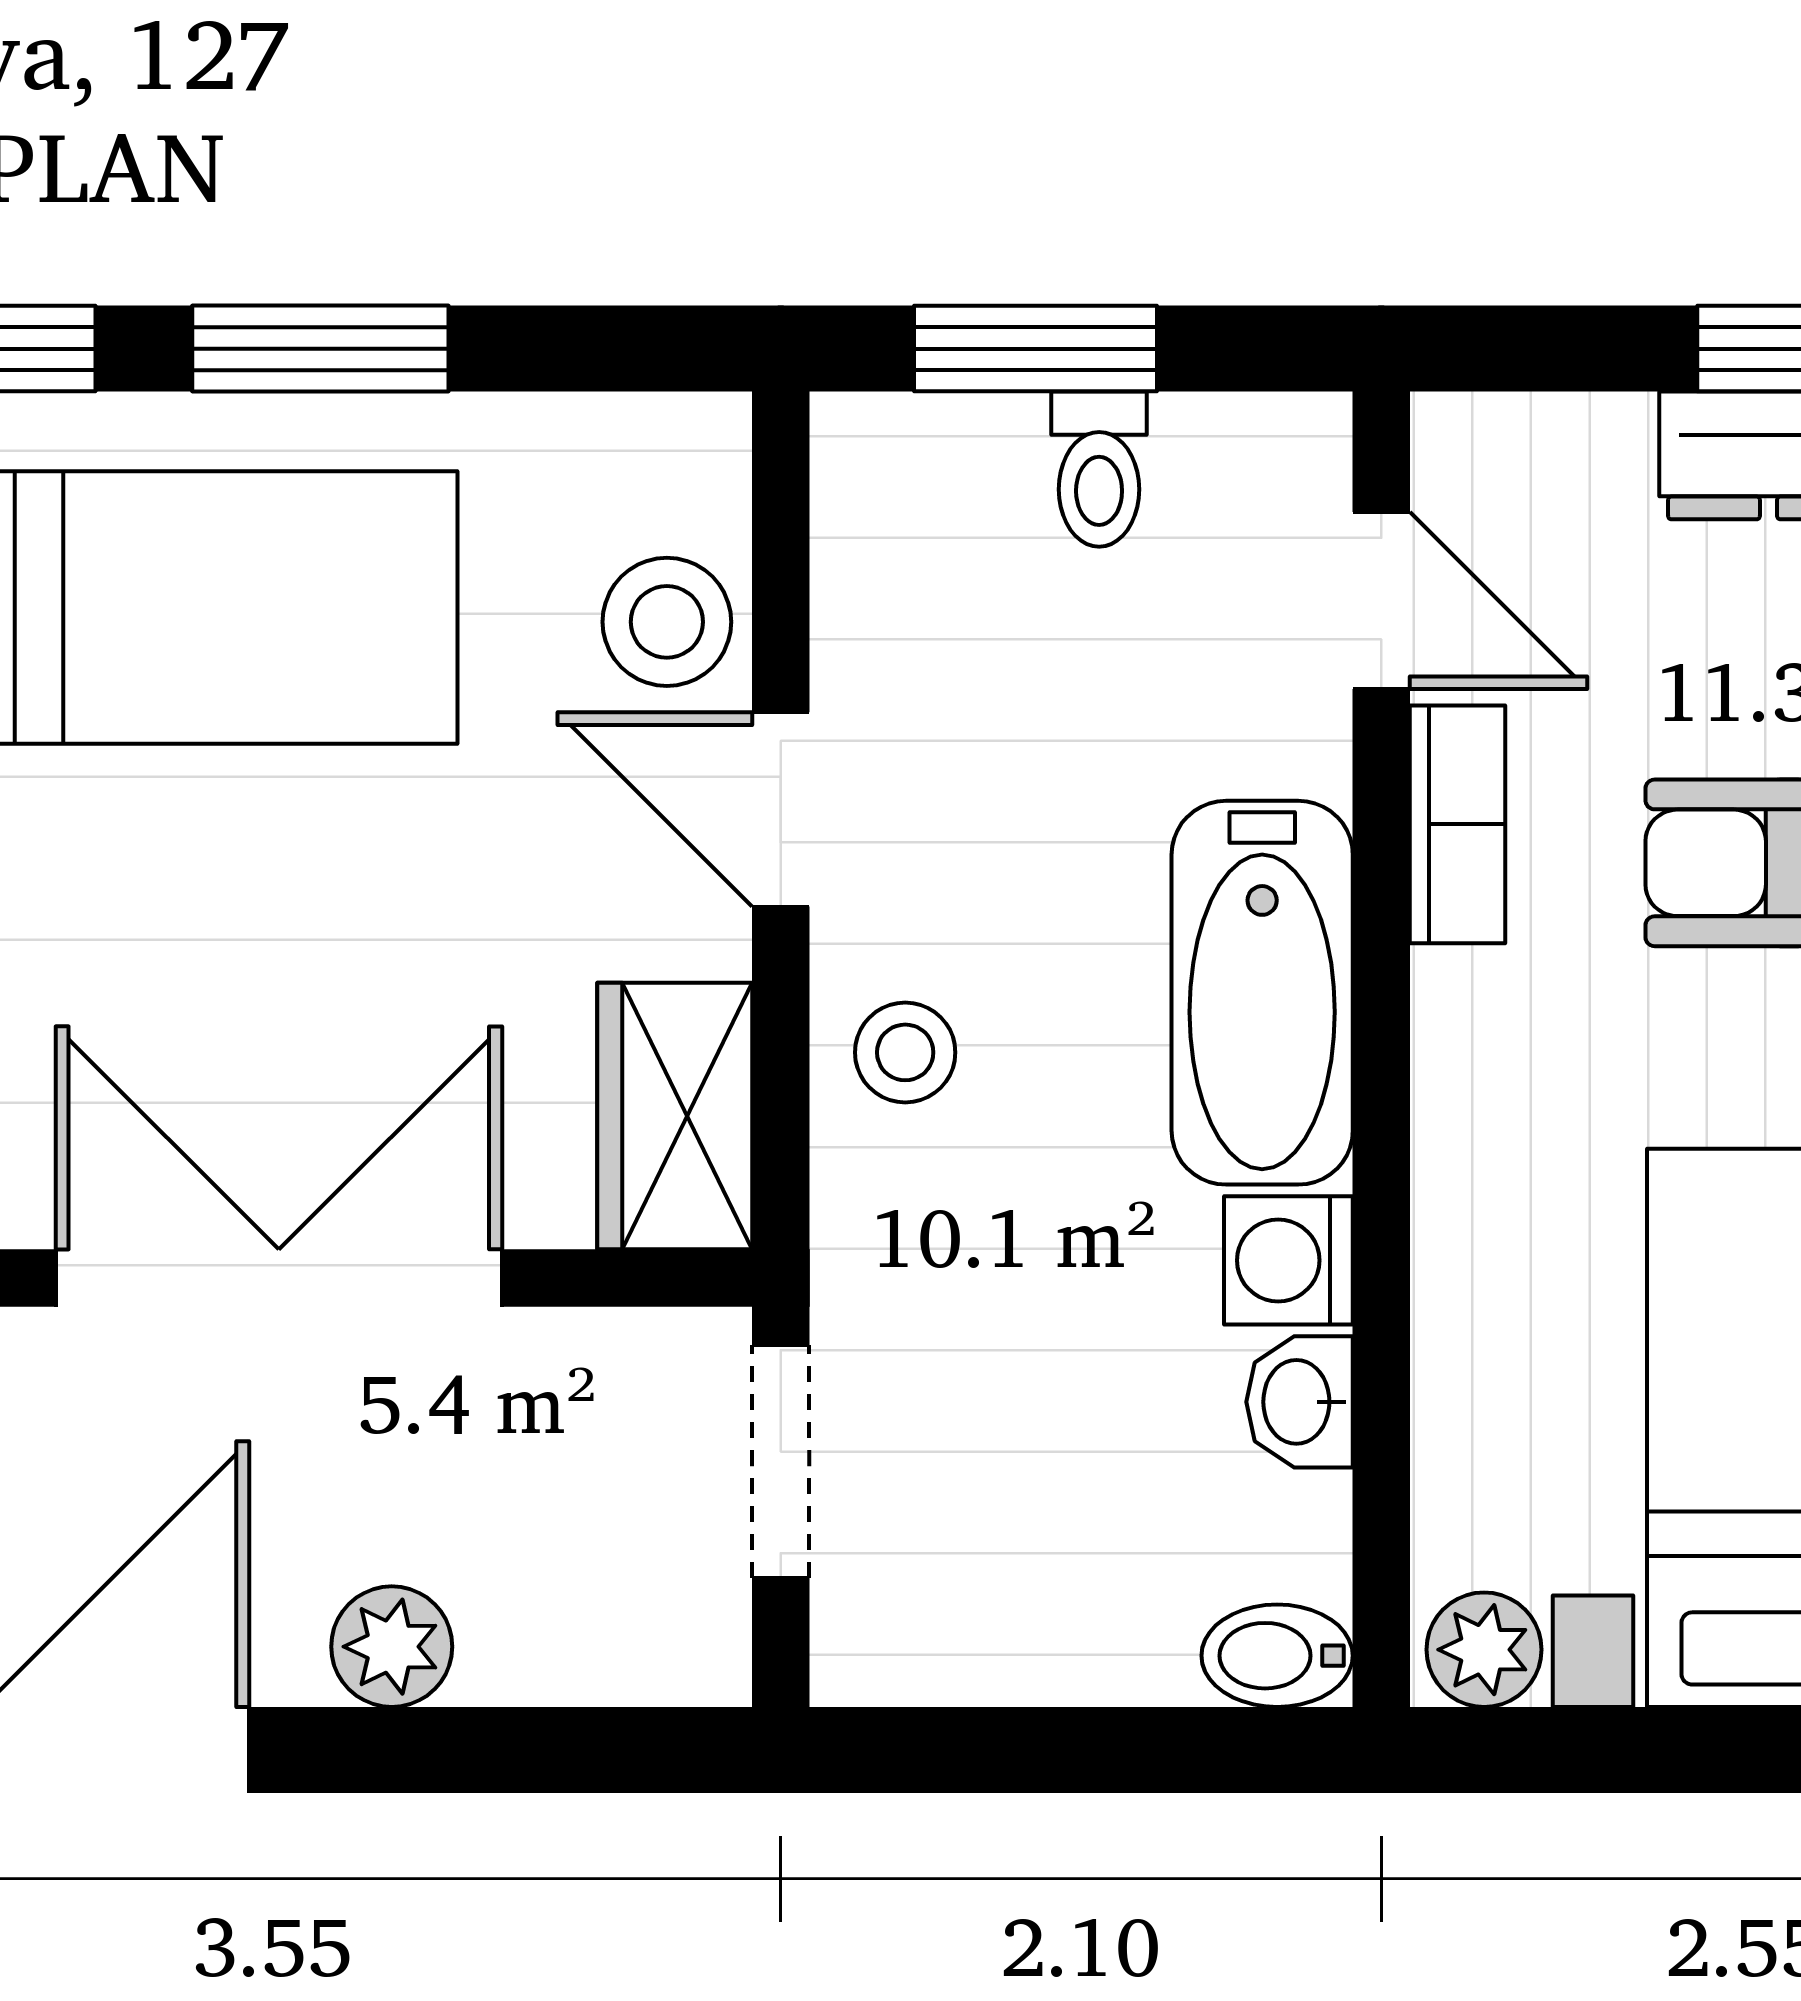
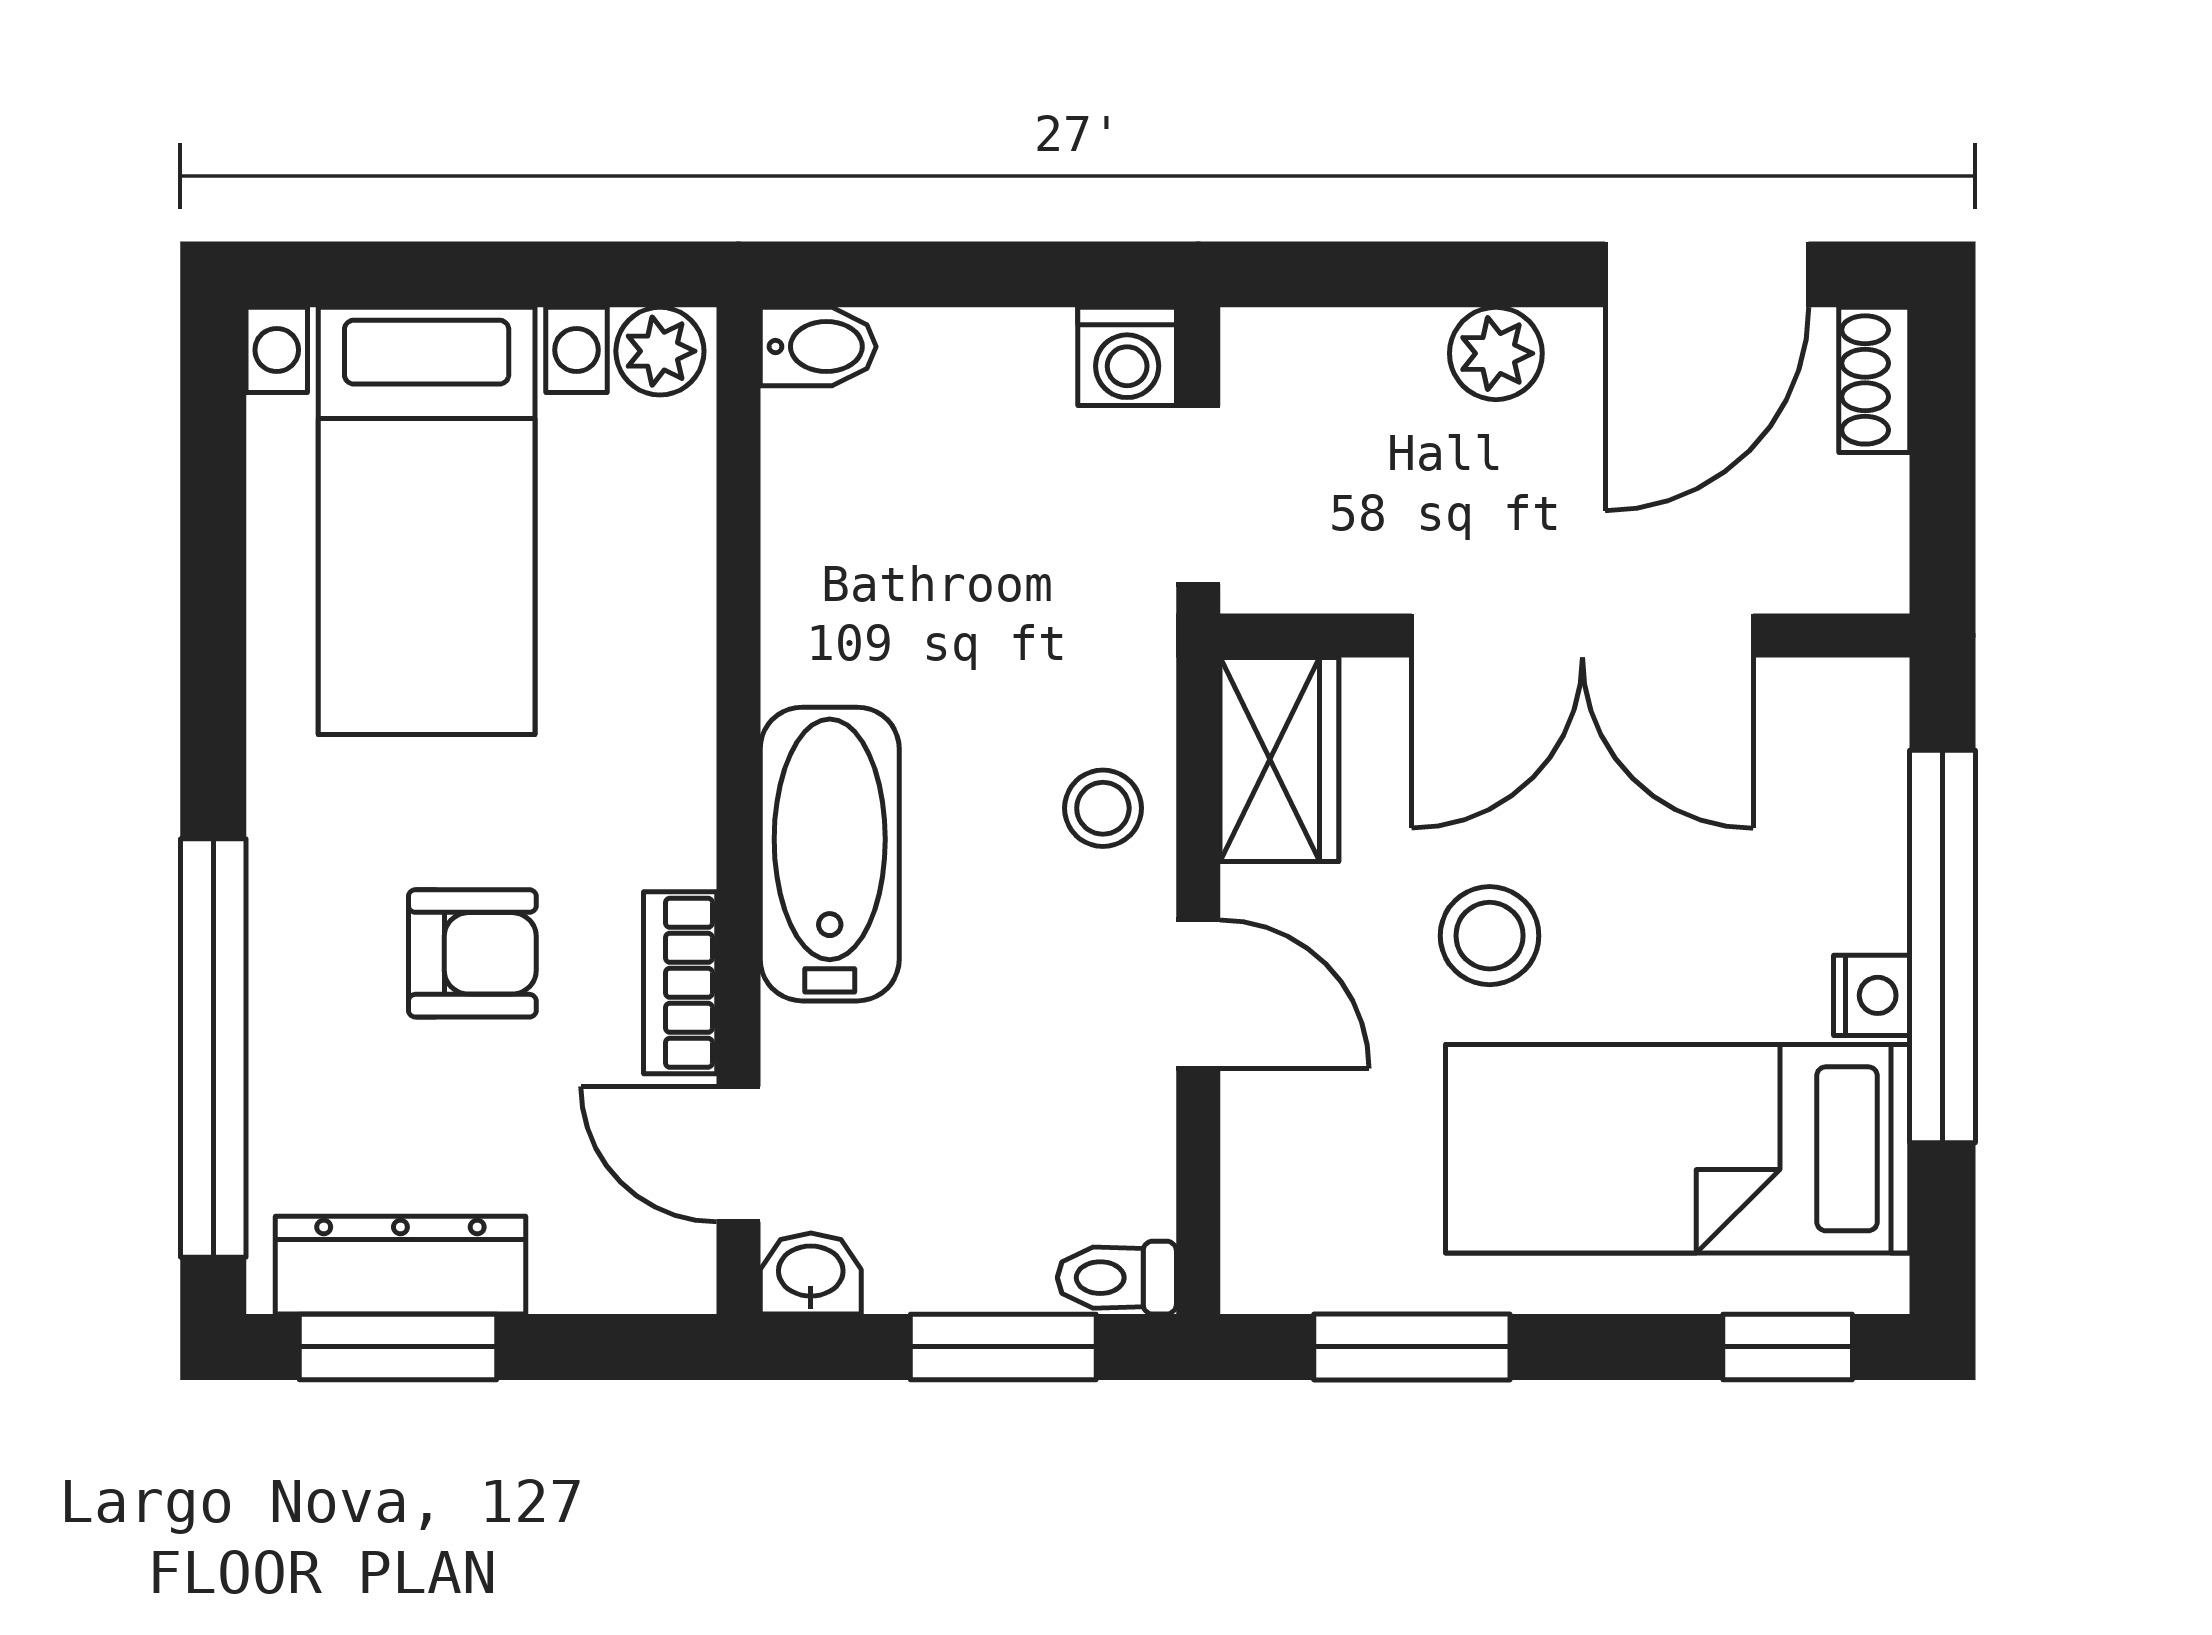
window: (320, 349) -> (1412, 1347), moved
toilet: (1099, 469) -> (1117, 1278), moved, turned -90
stool: (667, 622) -> (1490, 936), moved
washing machine: (1288, 1260) -> (1127, 356), moved, turned 90
washbasin: (1300, 1402) -> (811, 1273), moved, turned -90

